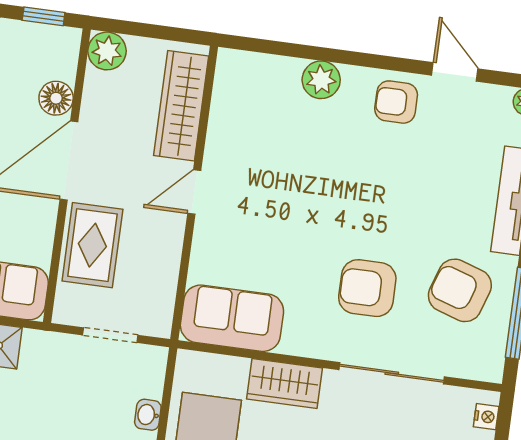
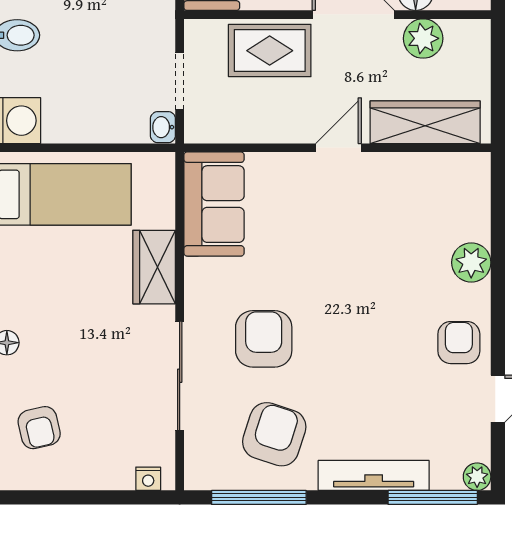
plant: (107, 51) -> (423, 38), moved
door: (194, 192) -> (338, 148), hinge flipped
washbasin: (148, 415) -> (163, 127), moved, turned -90

